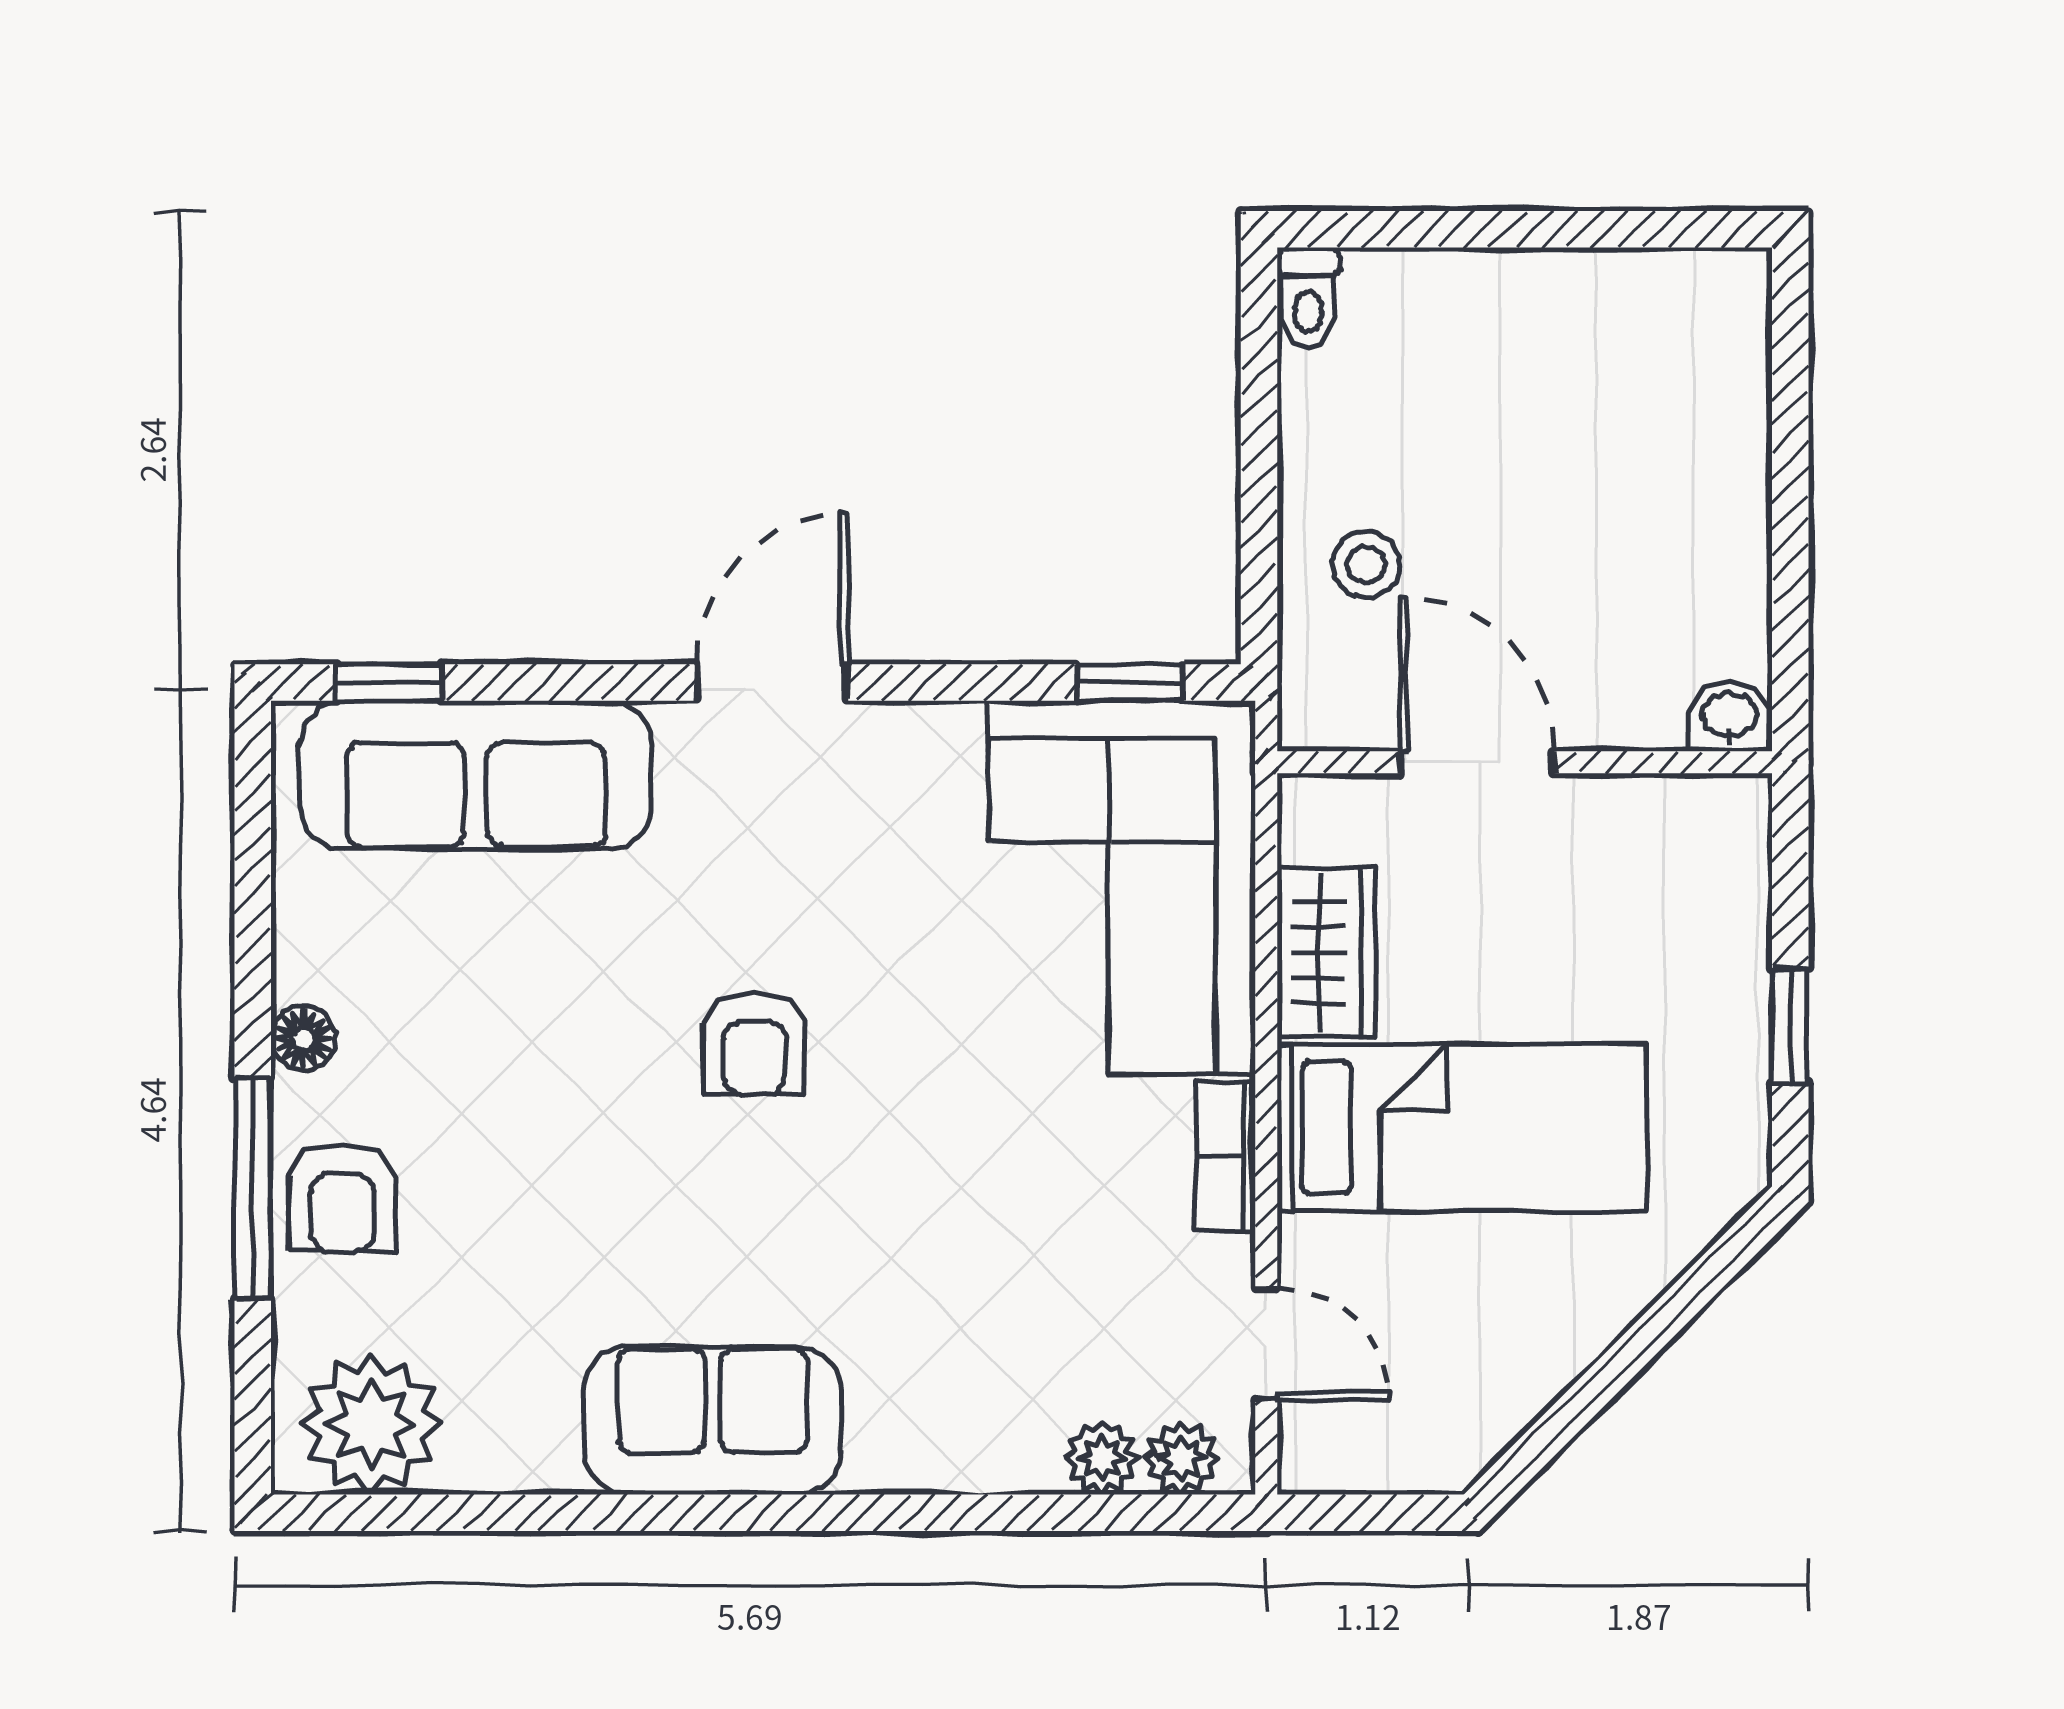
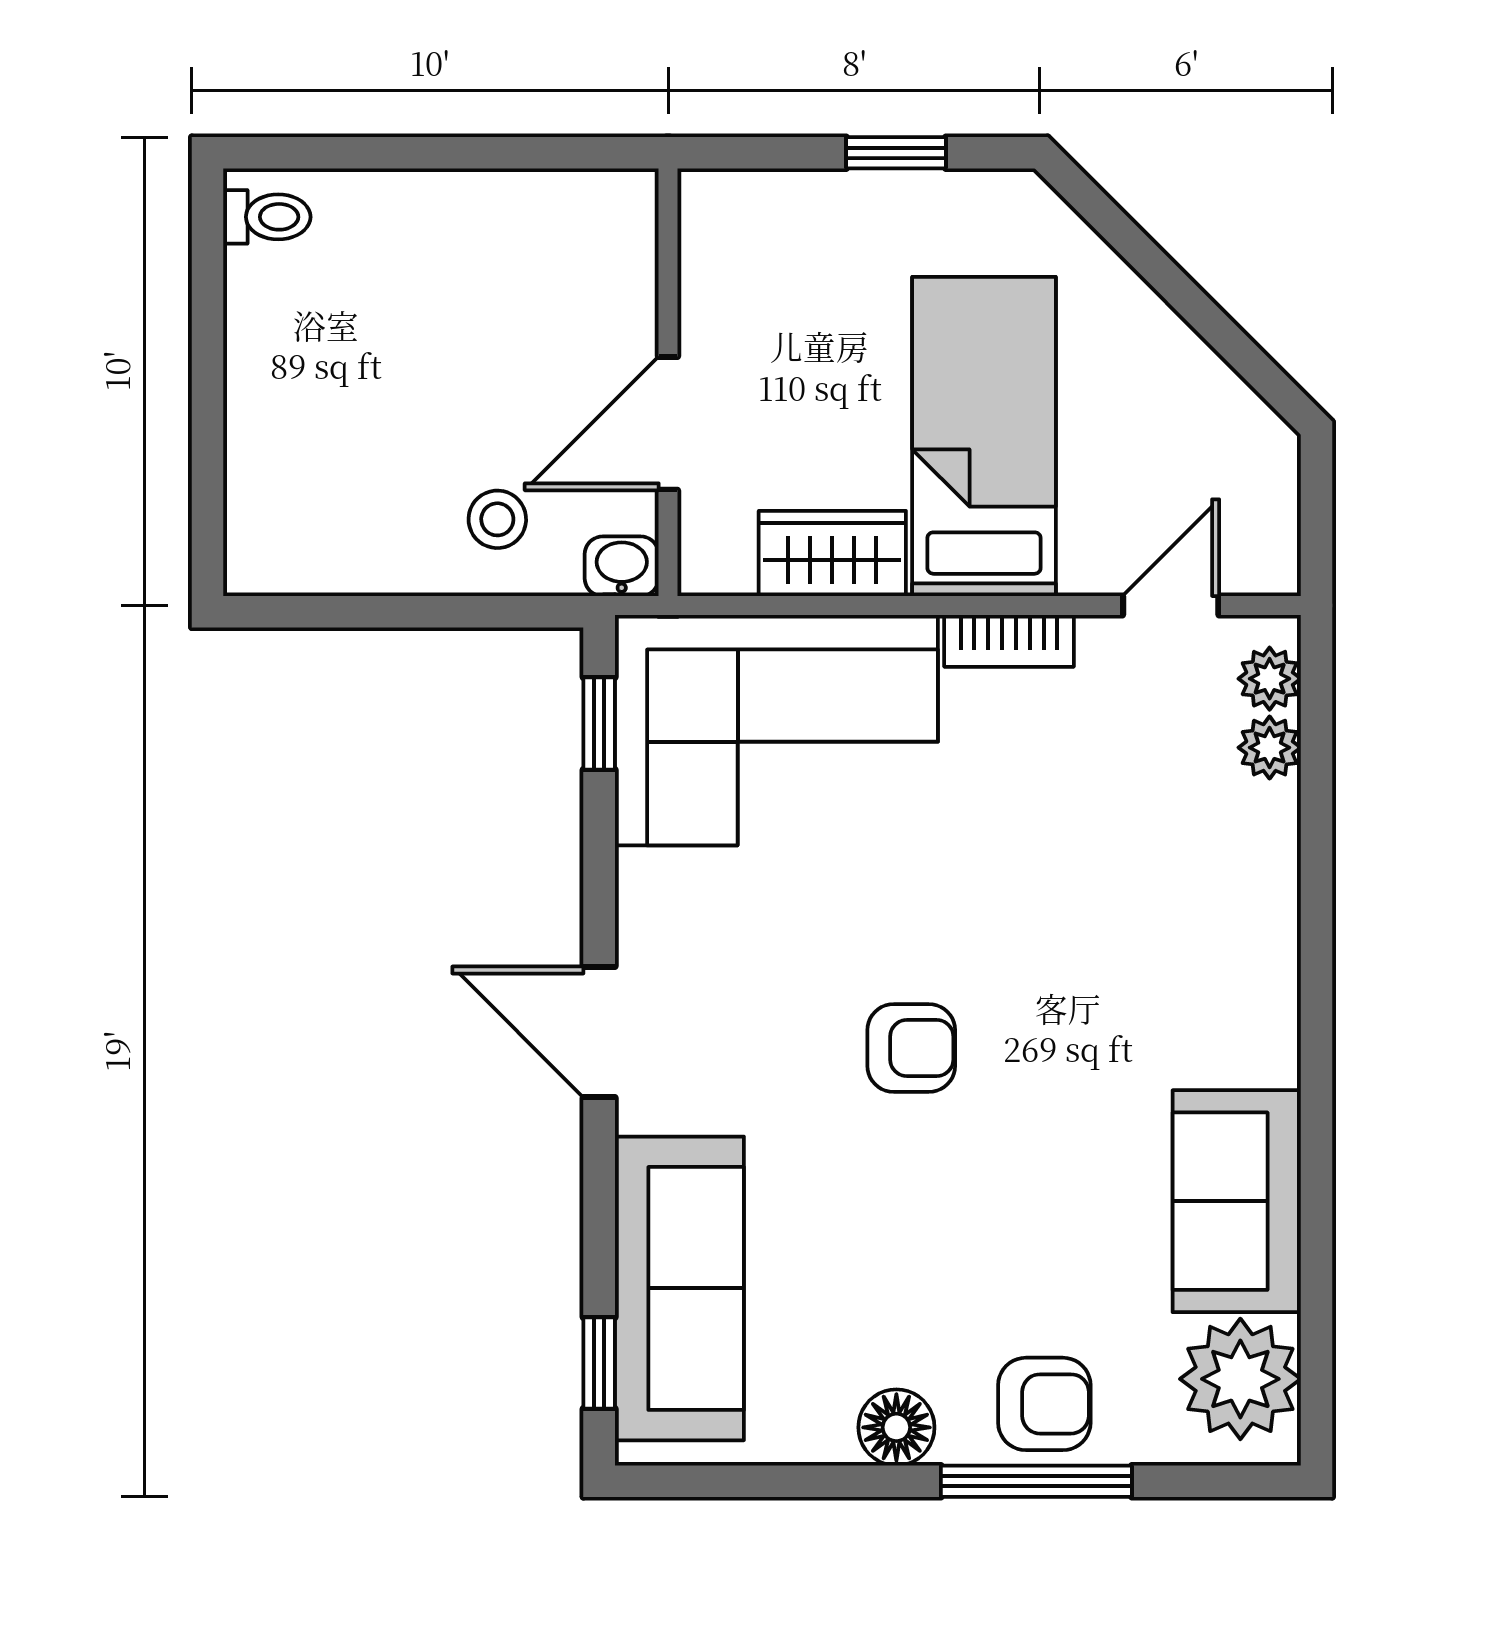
toilet: (1308, 298) -> (267, 217), moved
washbasin: (1729, 717) -> (622, 566), moved, turned 90
floor lamp: (303, 1038) -> (896, 1427), width x1.37, depth x1.37
sofa: (713, 1420) -> (1237, 1201), moved

